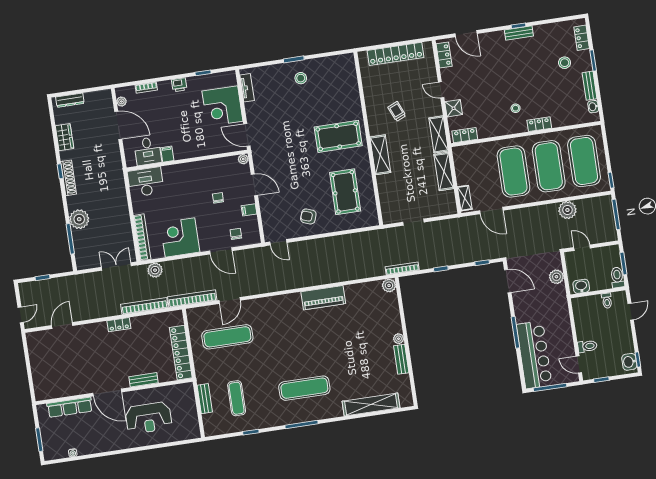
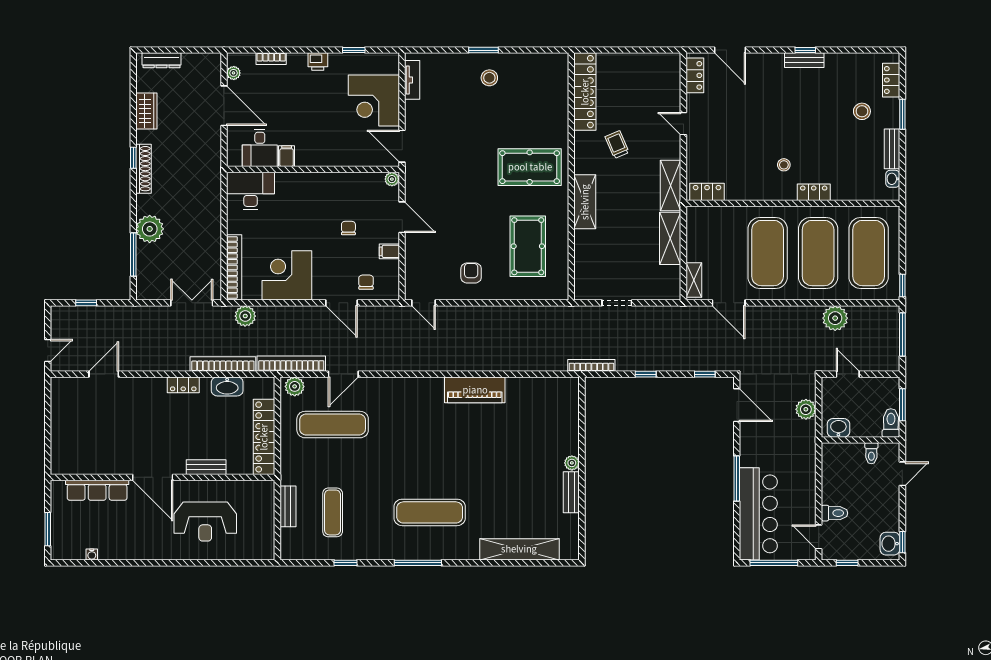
locker: (396, 54) -> (585, 92), moved, turned -90
shower: (454, 108) -> (697, 152), removed
armchair: (308, 216) -> (471, 273), turned 70
plant: (389, 285) -> (295, 386), moved
washbasin: (150, 321) -> (227, 386), added

